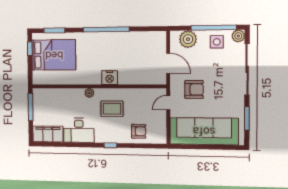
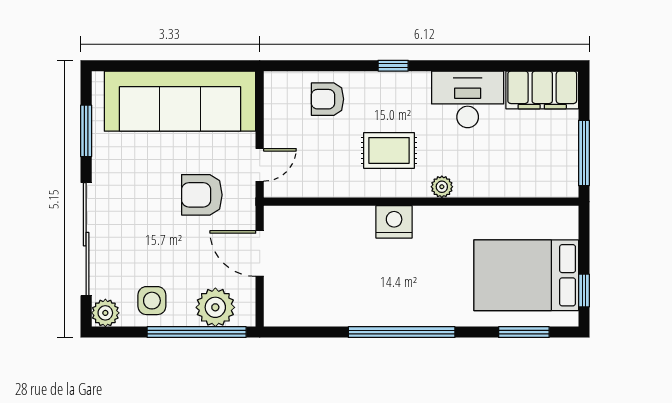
window: (214, 28) -> (197, 332), moved

